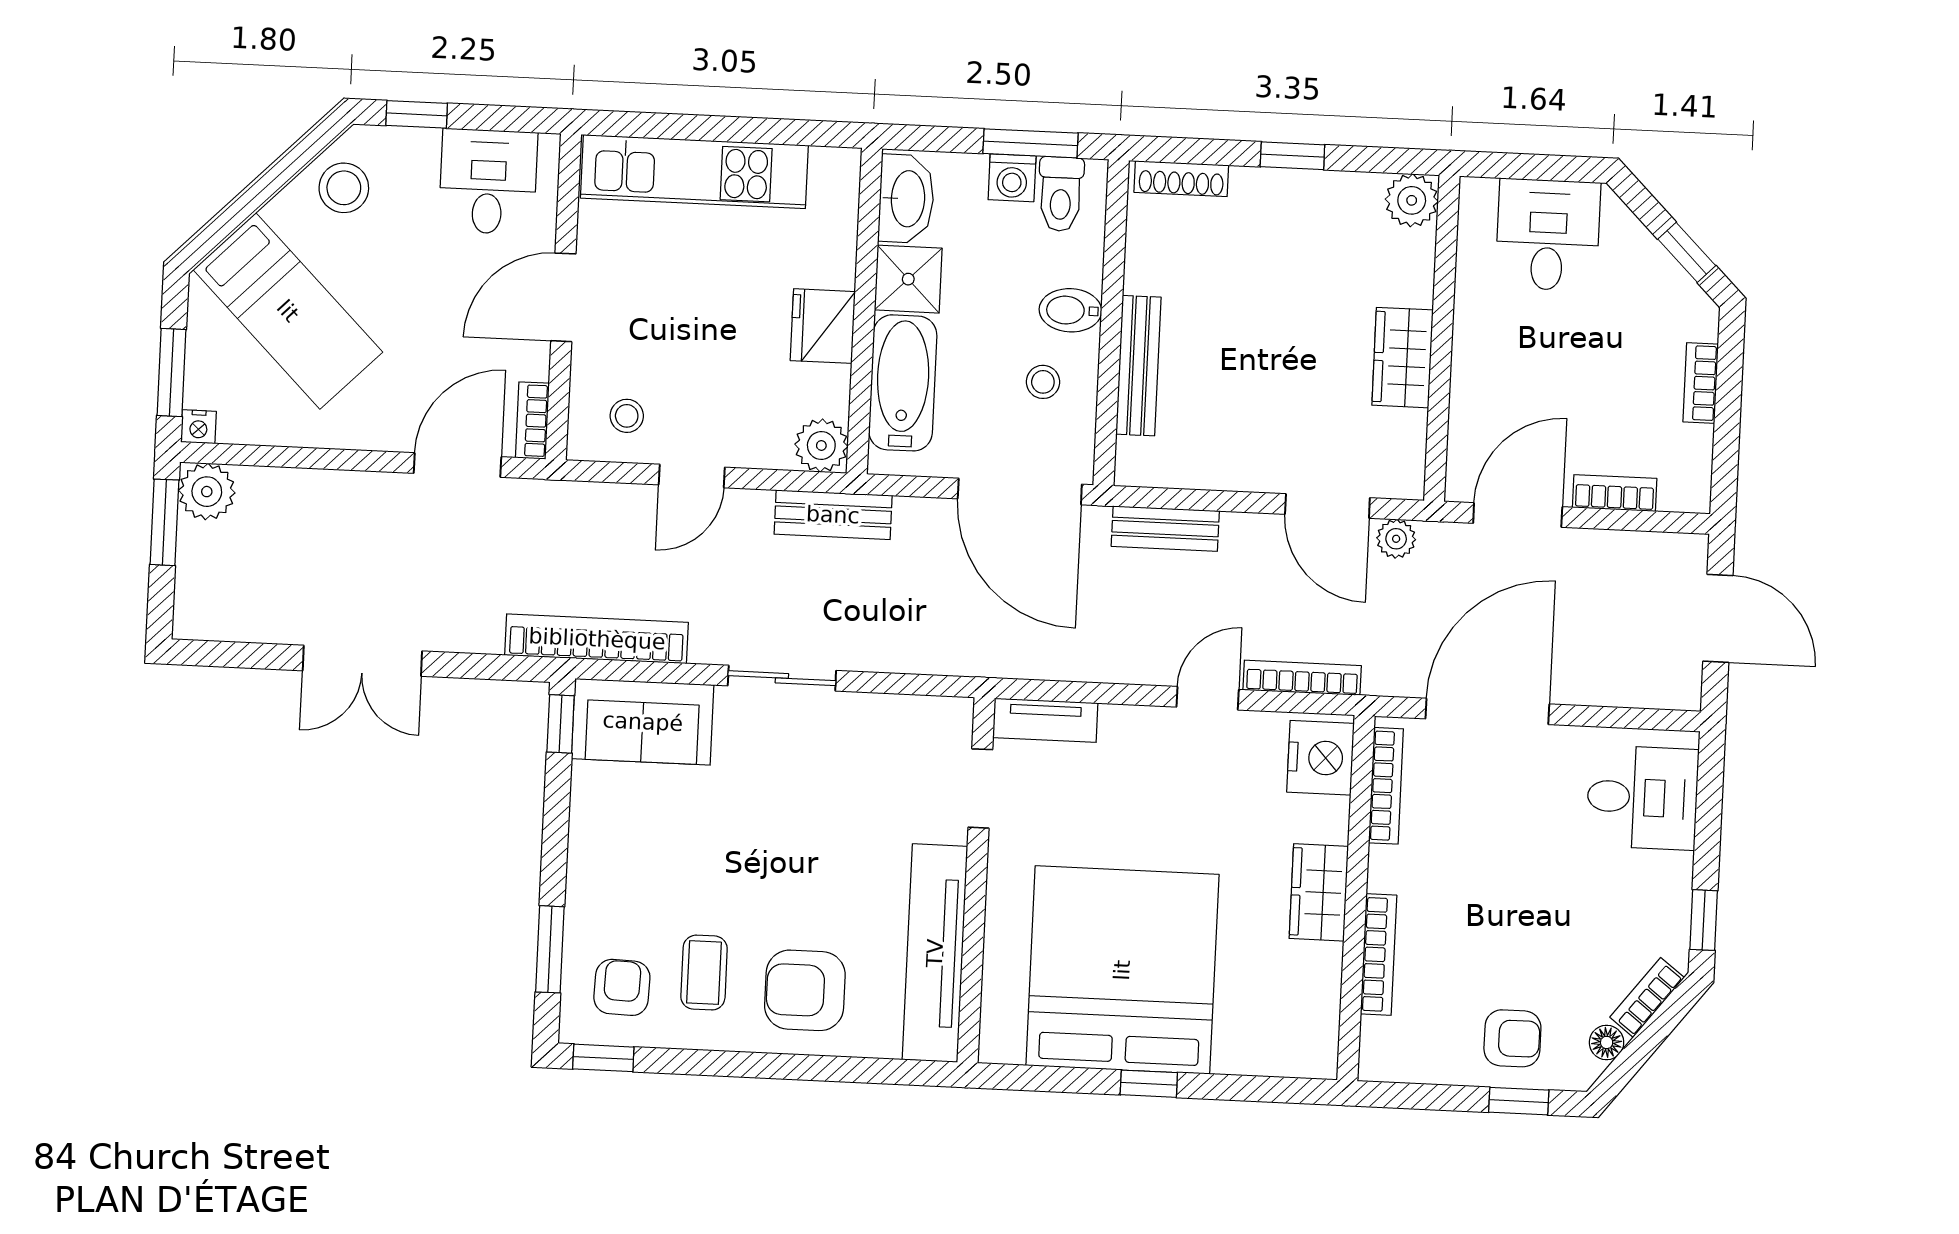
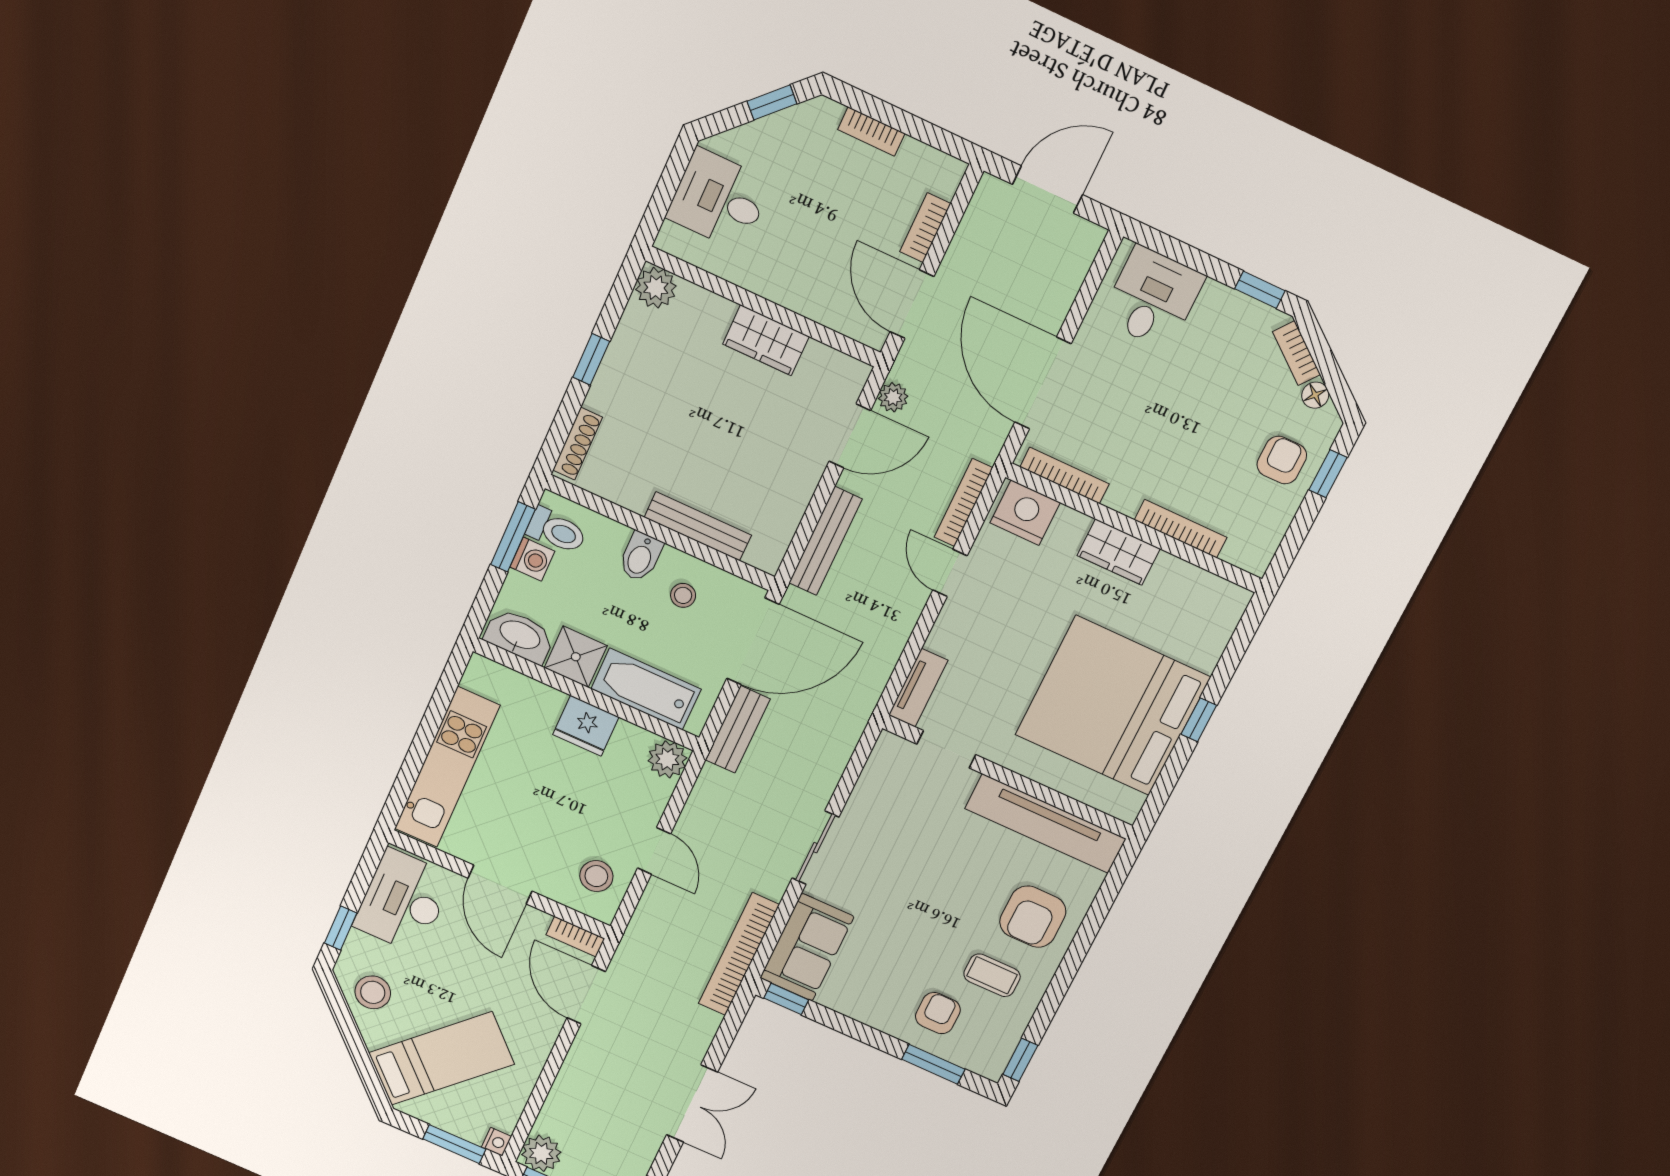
desk: (488, 182) -> (403, 901), width x1.37
stool: (627, 416) -> (596, 876), width x1.37, depth x1.37
bench: (833, 515) -> (738, 729), moved
bench: (1165, 529) -> (825, 541), width x1.36
armchair: (622, 987) -> (938, 1013), moved, turned 88

